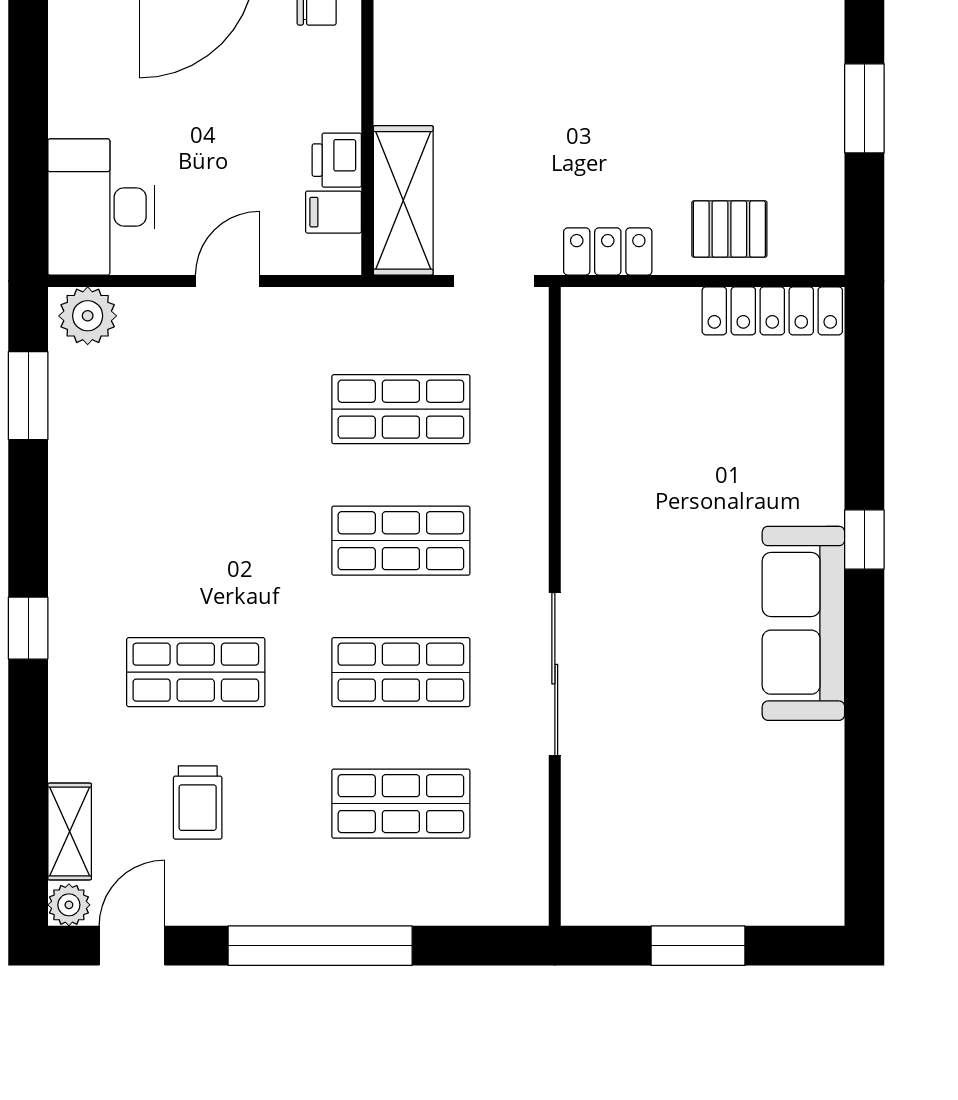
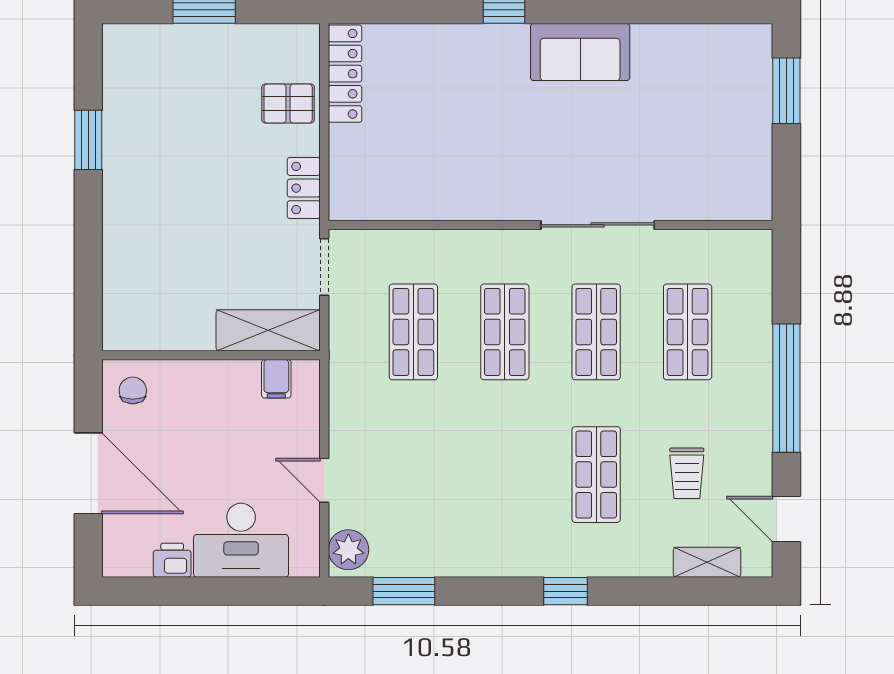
printer: (337, 160) -> (172, 560), moved, turned 180
desk: (101, 207) -> (241, 540), moved
pallet: (729, 229) -> (288, 103), turned 90
door: (227, 281) -> (324, 480), moved
sofa: (803, 623) -> (580, 52), width x0.73
trolley: (198, 802) -> (687, 473), turned 90
plant: (69, 905) -> (758, 563), removed
window: (698, 946) -> (786, 91), moved

